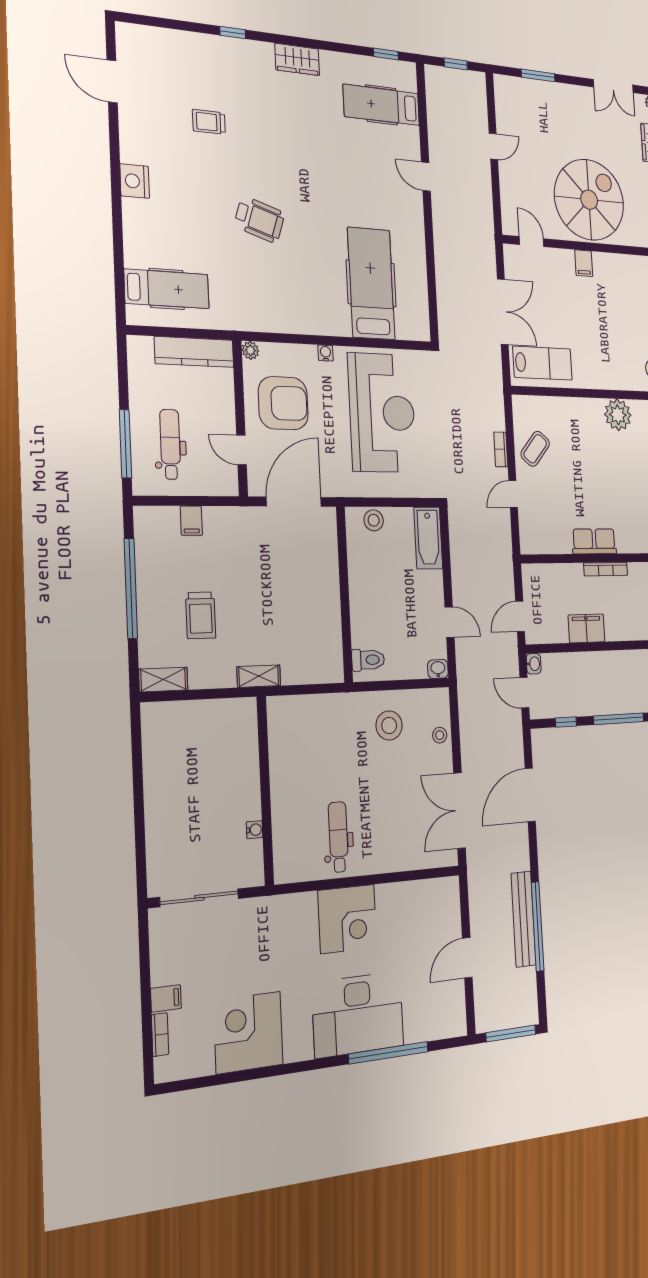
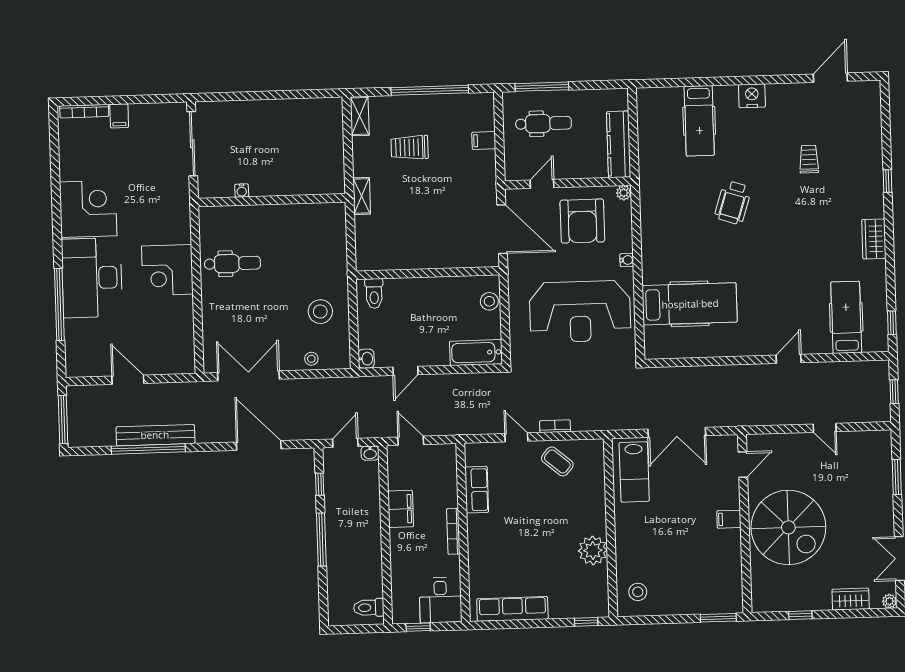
hospital bed: (167, 289) -> (699, 121), moved
row of seats: (594, 541) -> (477, 490), moved
corner desk: (248, 1032) -> (88, 209), moved
bookcase: (160, 1035) -> (84, 111), width x1.56

